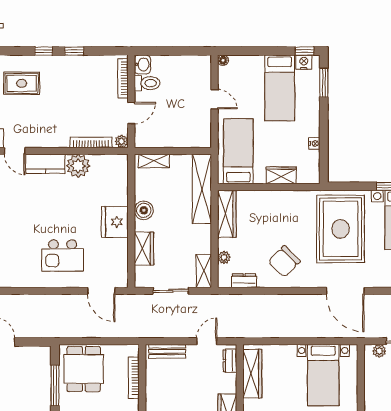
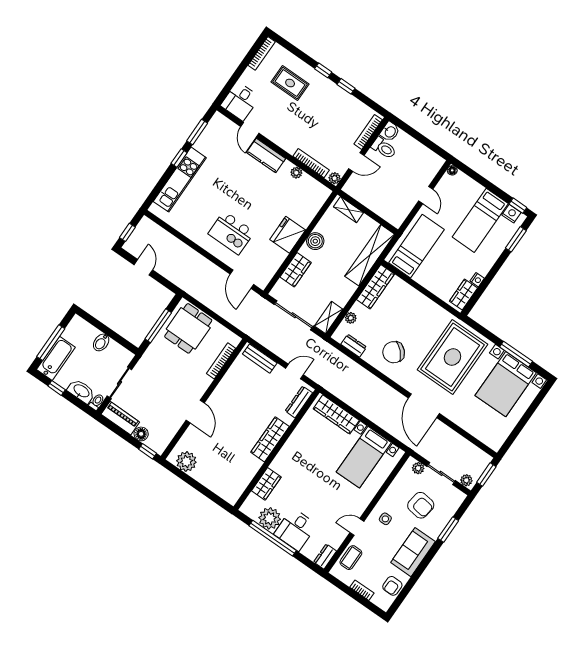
plant: (78, 166) -> (296, 173), width x0.53, depth x0.53
wardrobe: (281, 175) -> (463, 295), moved, turned -90
sliding door: (171, 291) -> (294, 315), width x1.37
dresser: (230, 361) -> (299, 402), width x1.44
wardrobe: (252, 374) -> (336, 414), moved, turned 90

